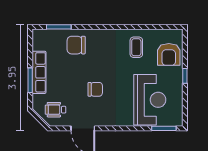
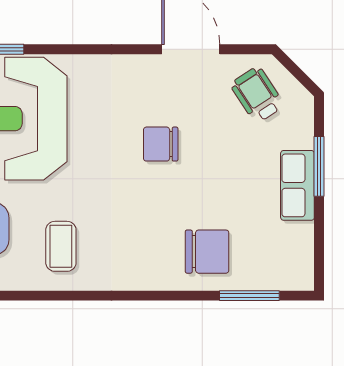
row of seats: (39, 72) -> (297, 185), width x0.68
wheelchair: (55, 110) -> (257, 95), turned -123

